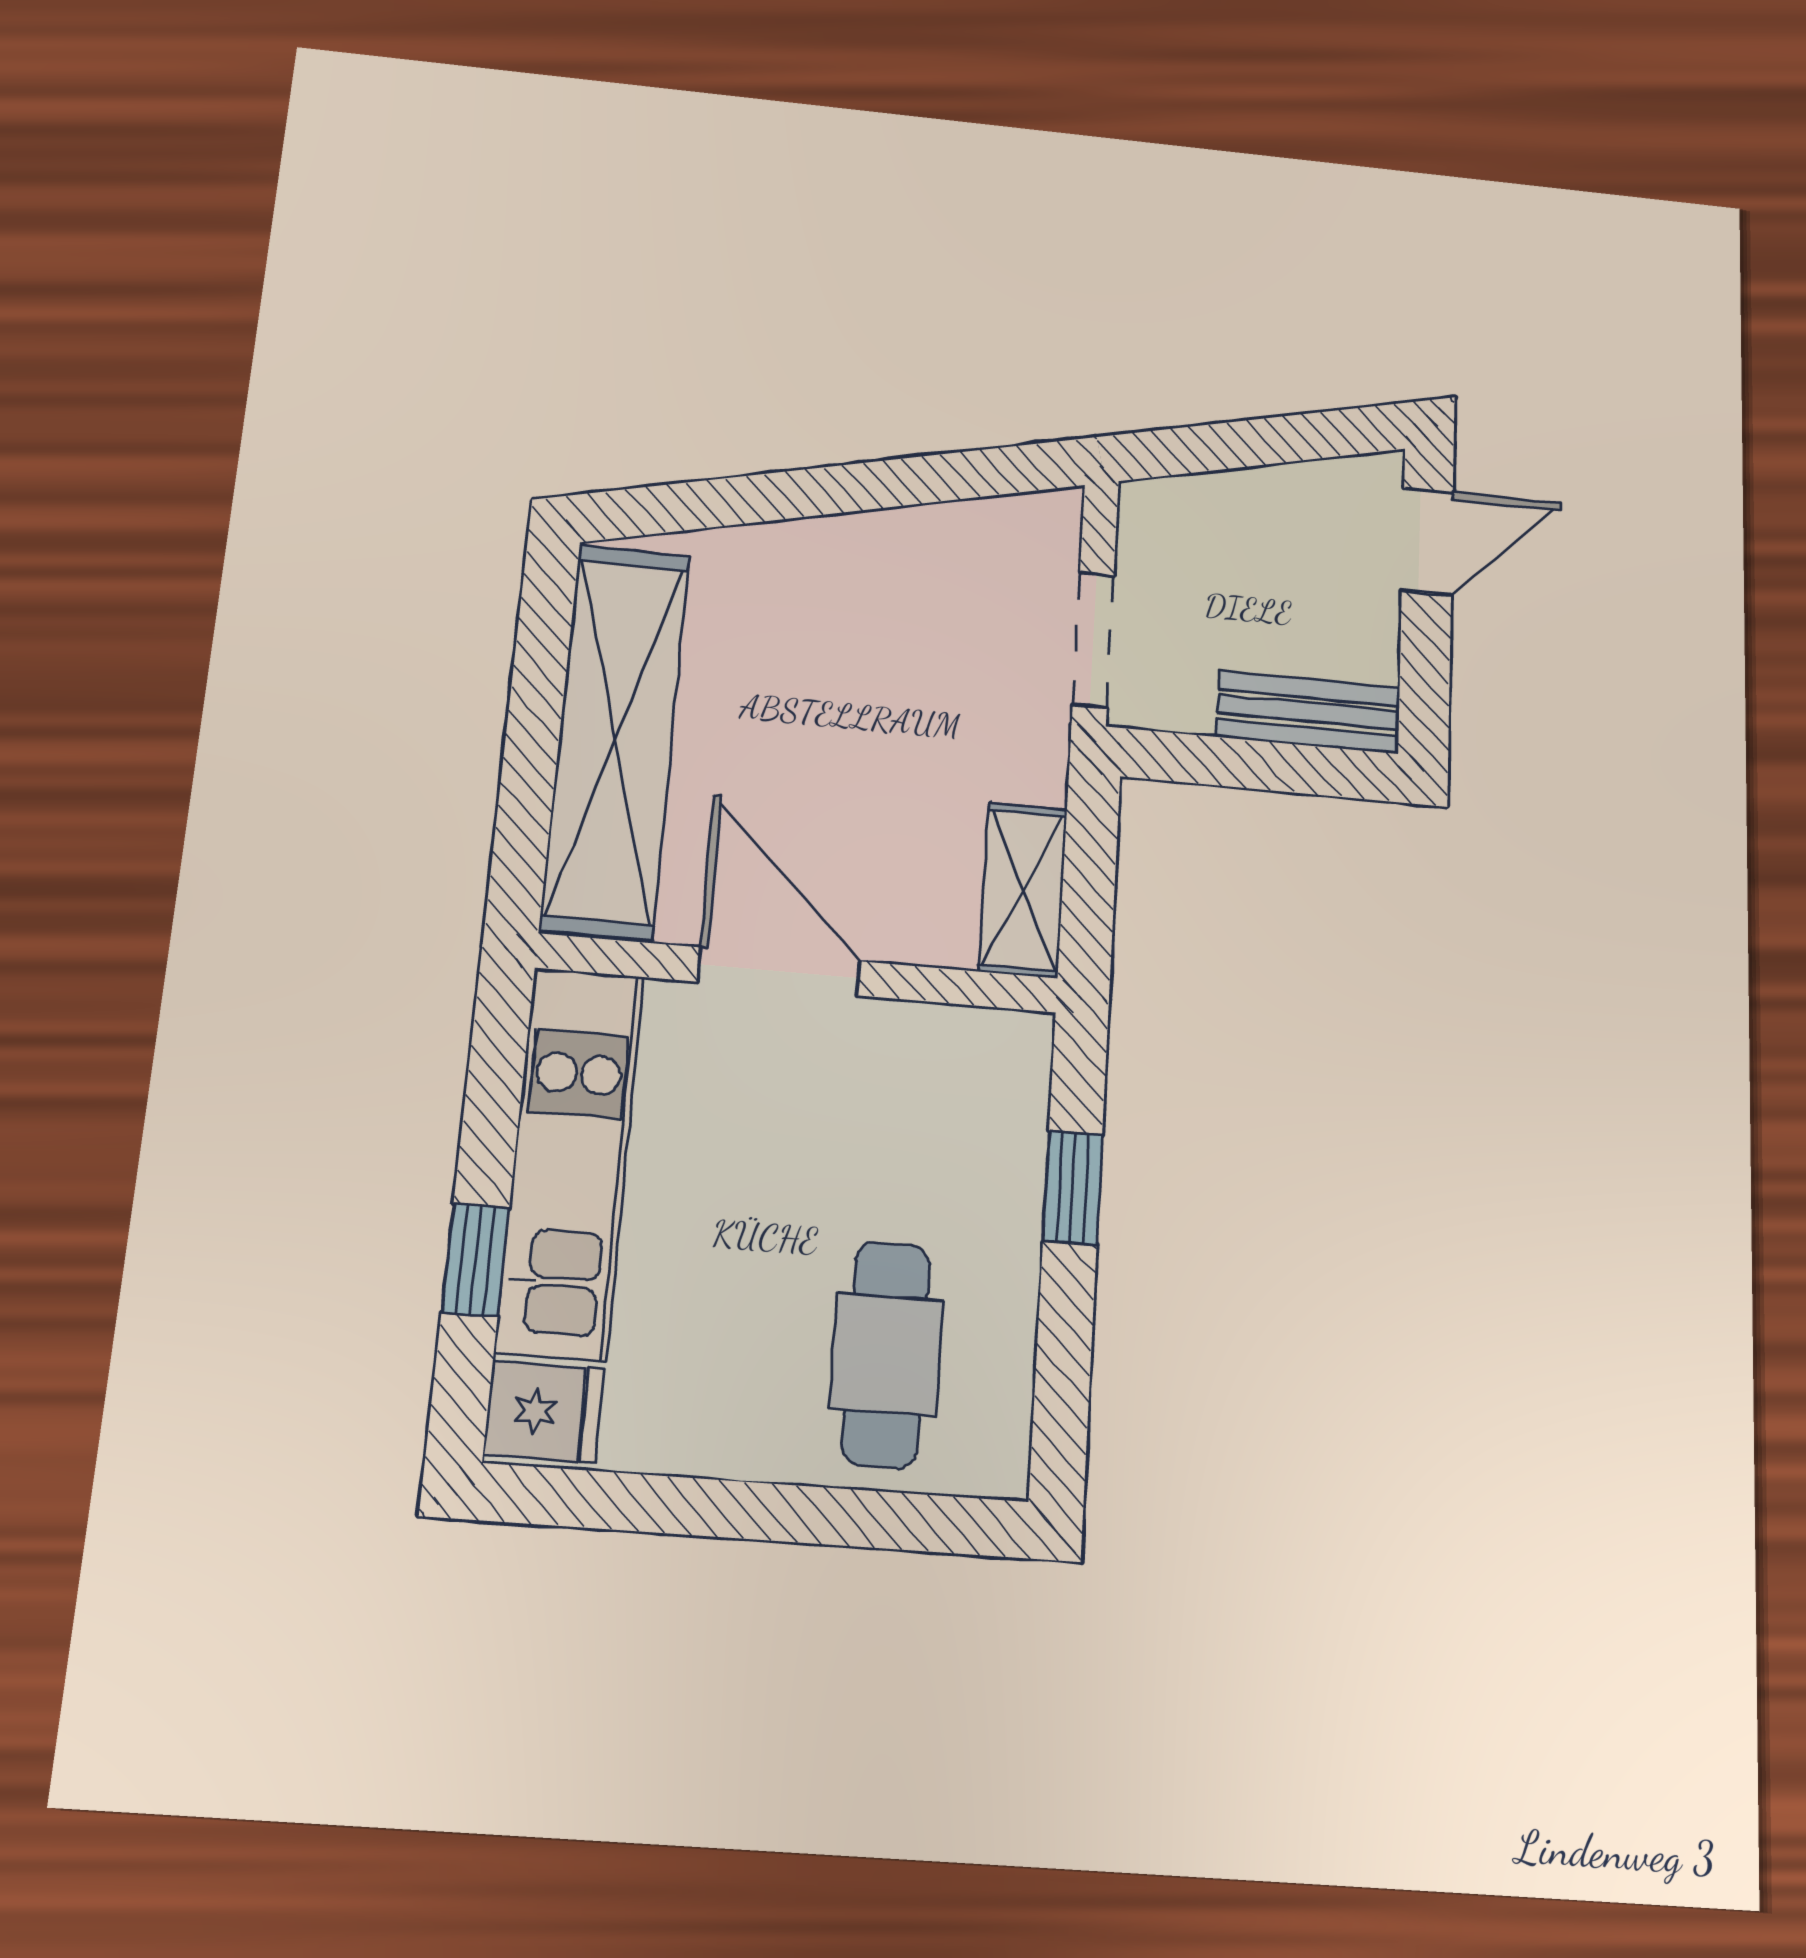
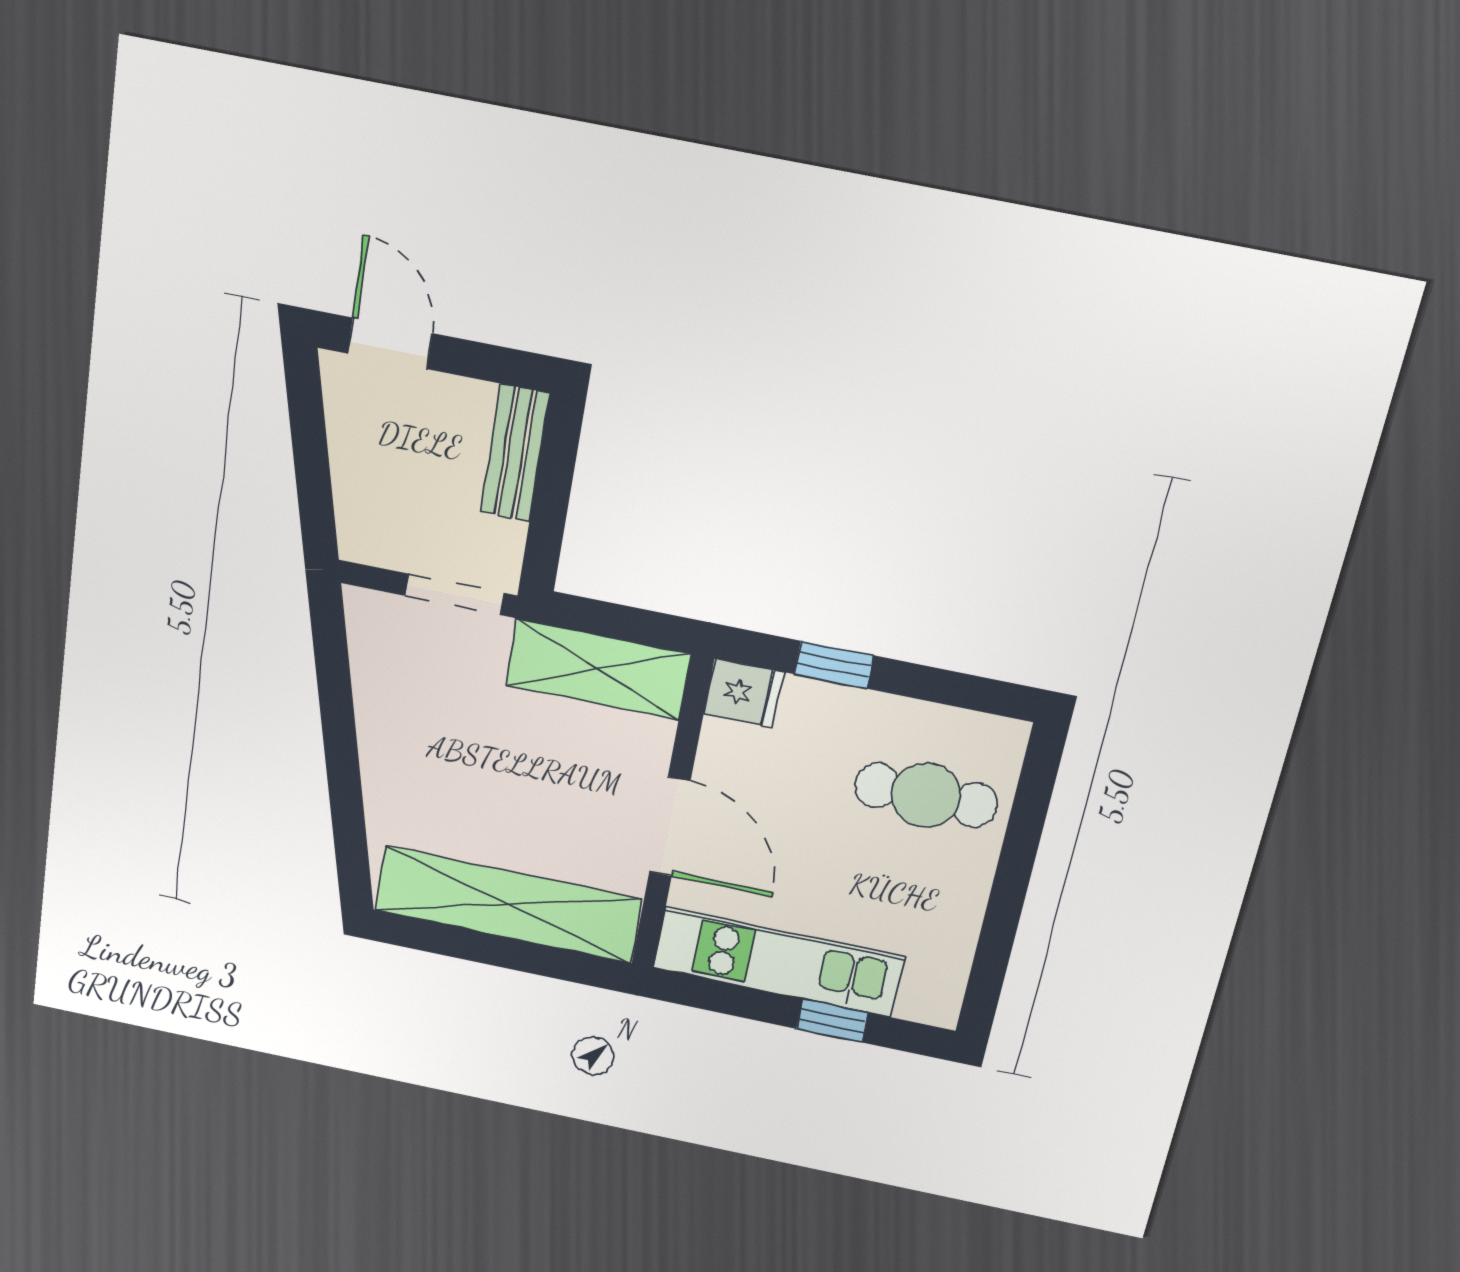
shelving: (1023, 890) -> (598, 670), width x1.50, depth x1.33
door: (779, 971) -> (670, 827), swing flipped
fridge: (544, 1412) -> (743, 693), moved, turned 90

